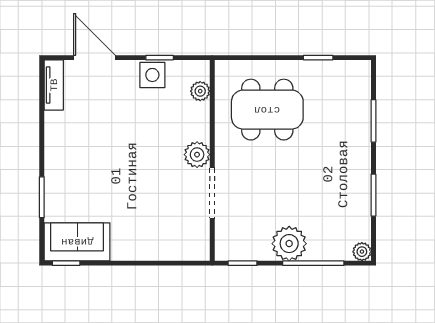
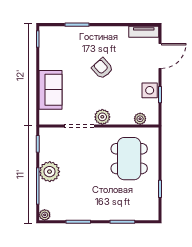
armchair: (115, 155) -> (102, 68), added
sofa: (77, 242) -> (51, 90), moved

